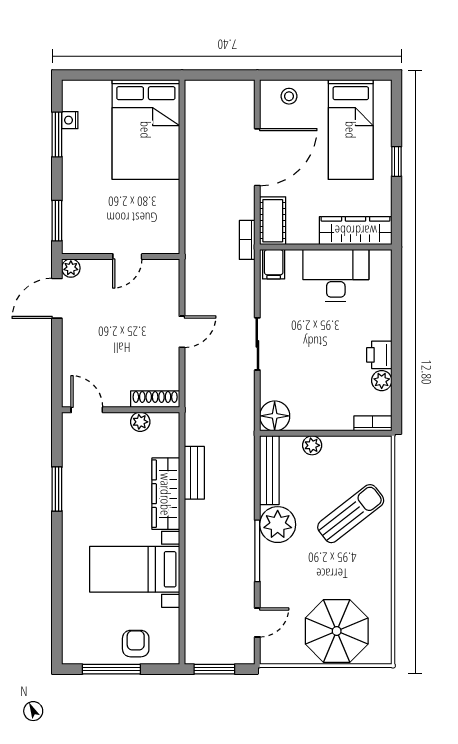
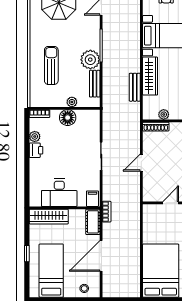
floor lamp: (275, 416) -> (68, 118), moved
bench: (269, 470) -> (95, 84), width x0.73
sun lounger: (351, 514) -> (51, 65), turned 128

